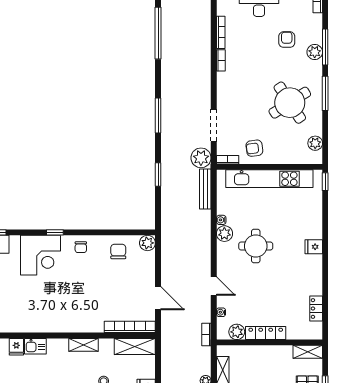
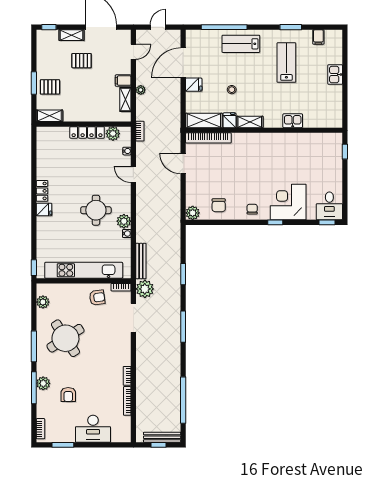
locker: (316, 309) -> (42, 191), moved
fridge: (16, 347) -> (229, 120), moved

